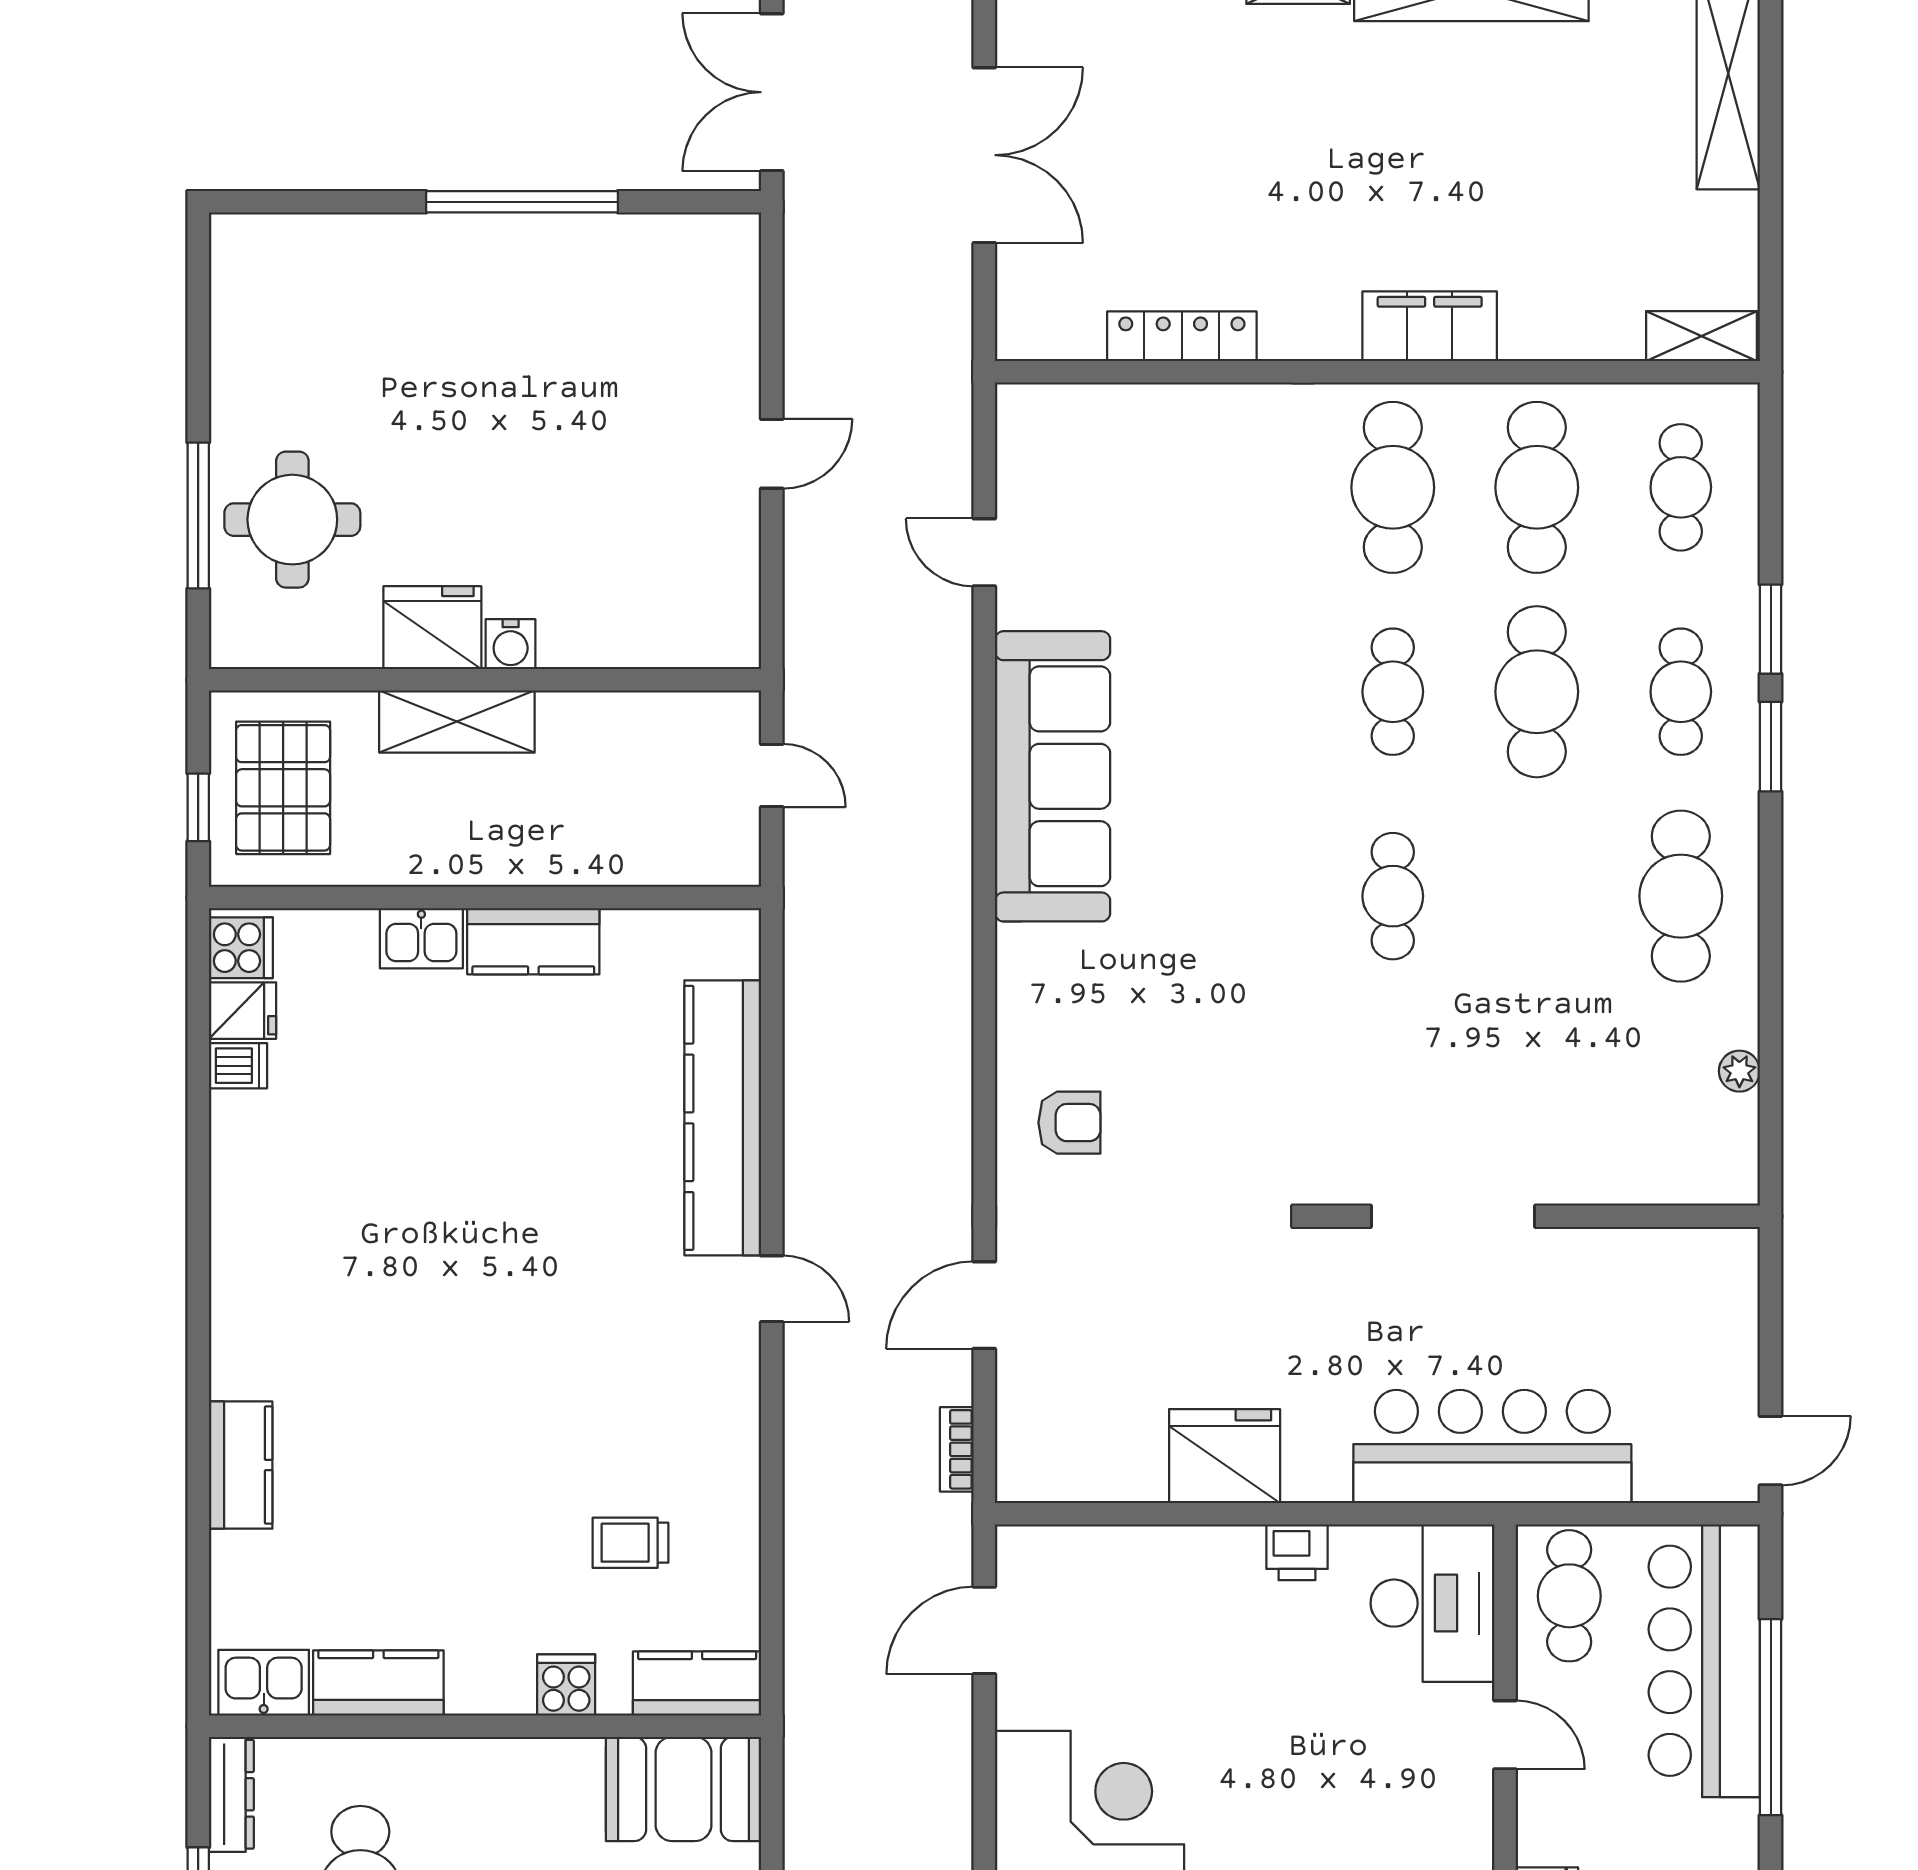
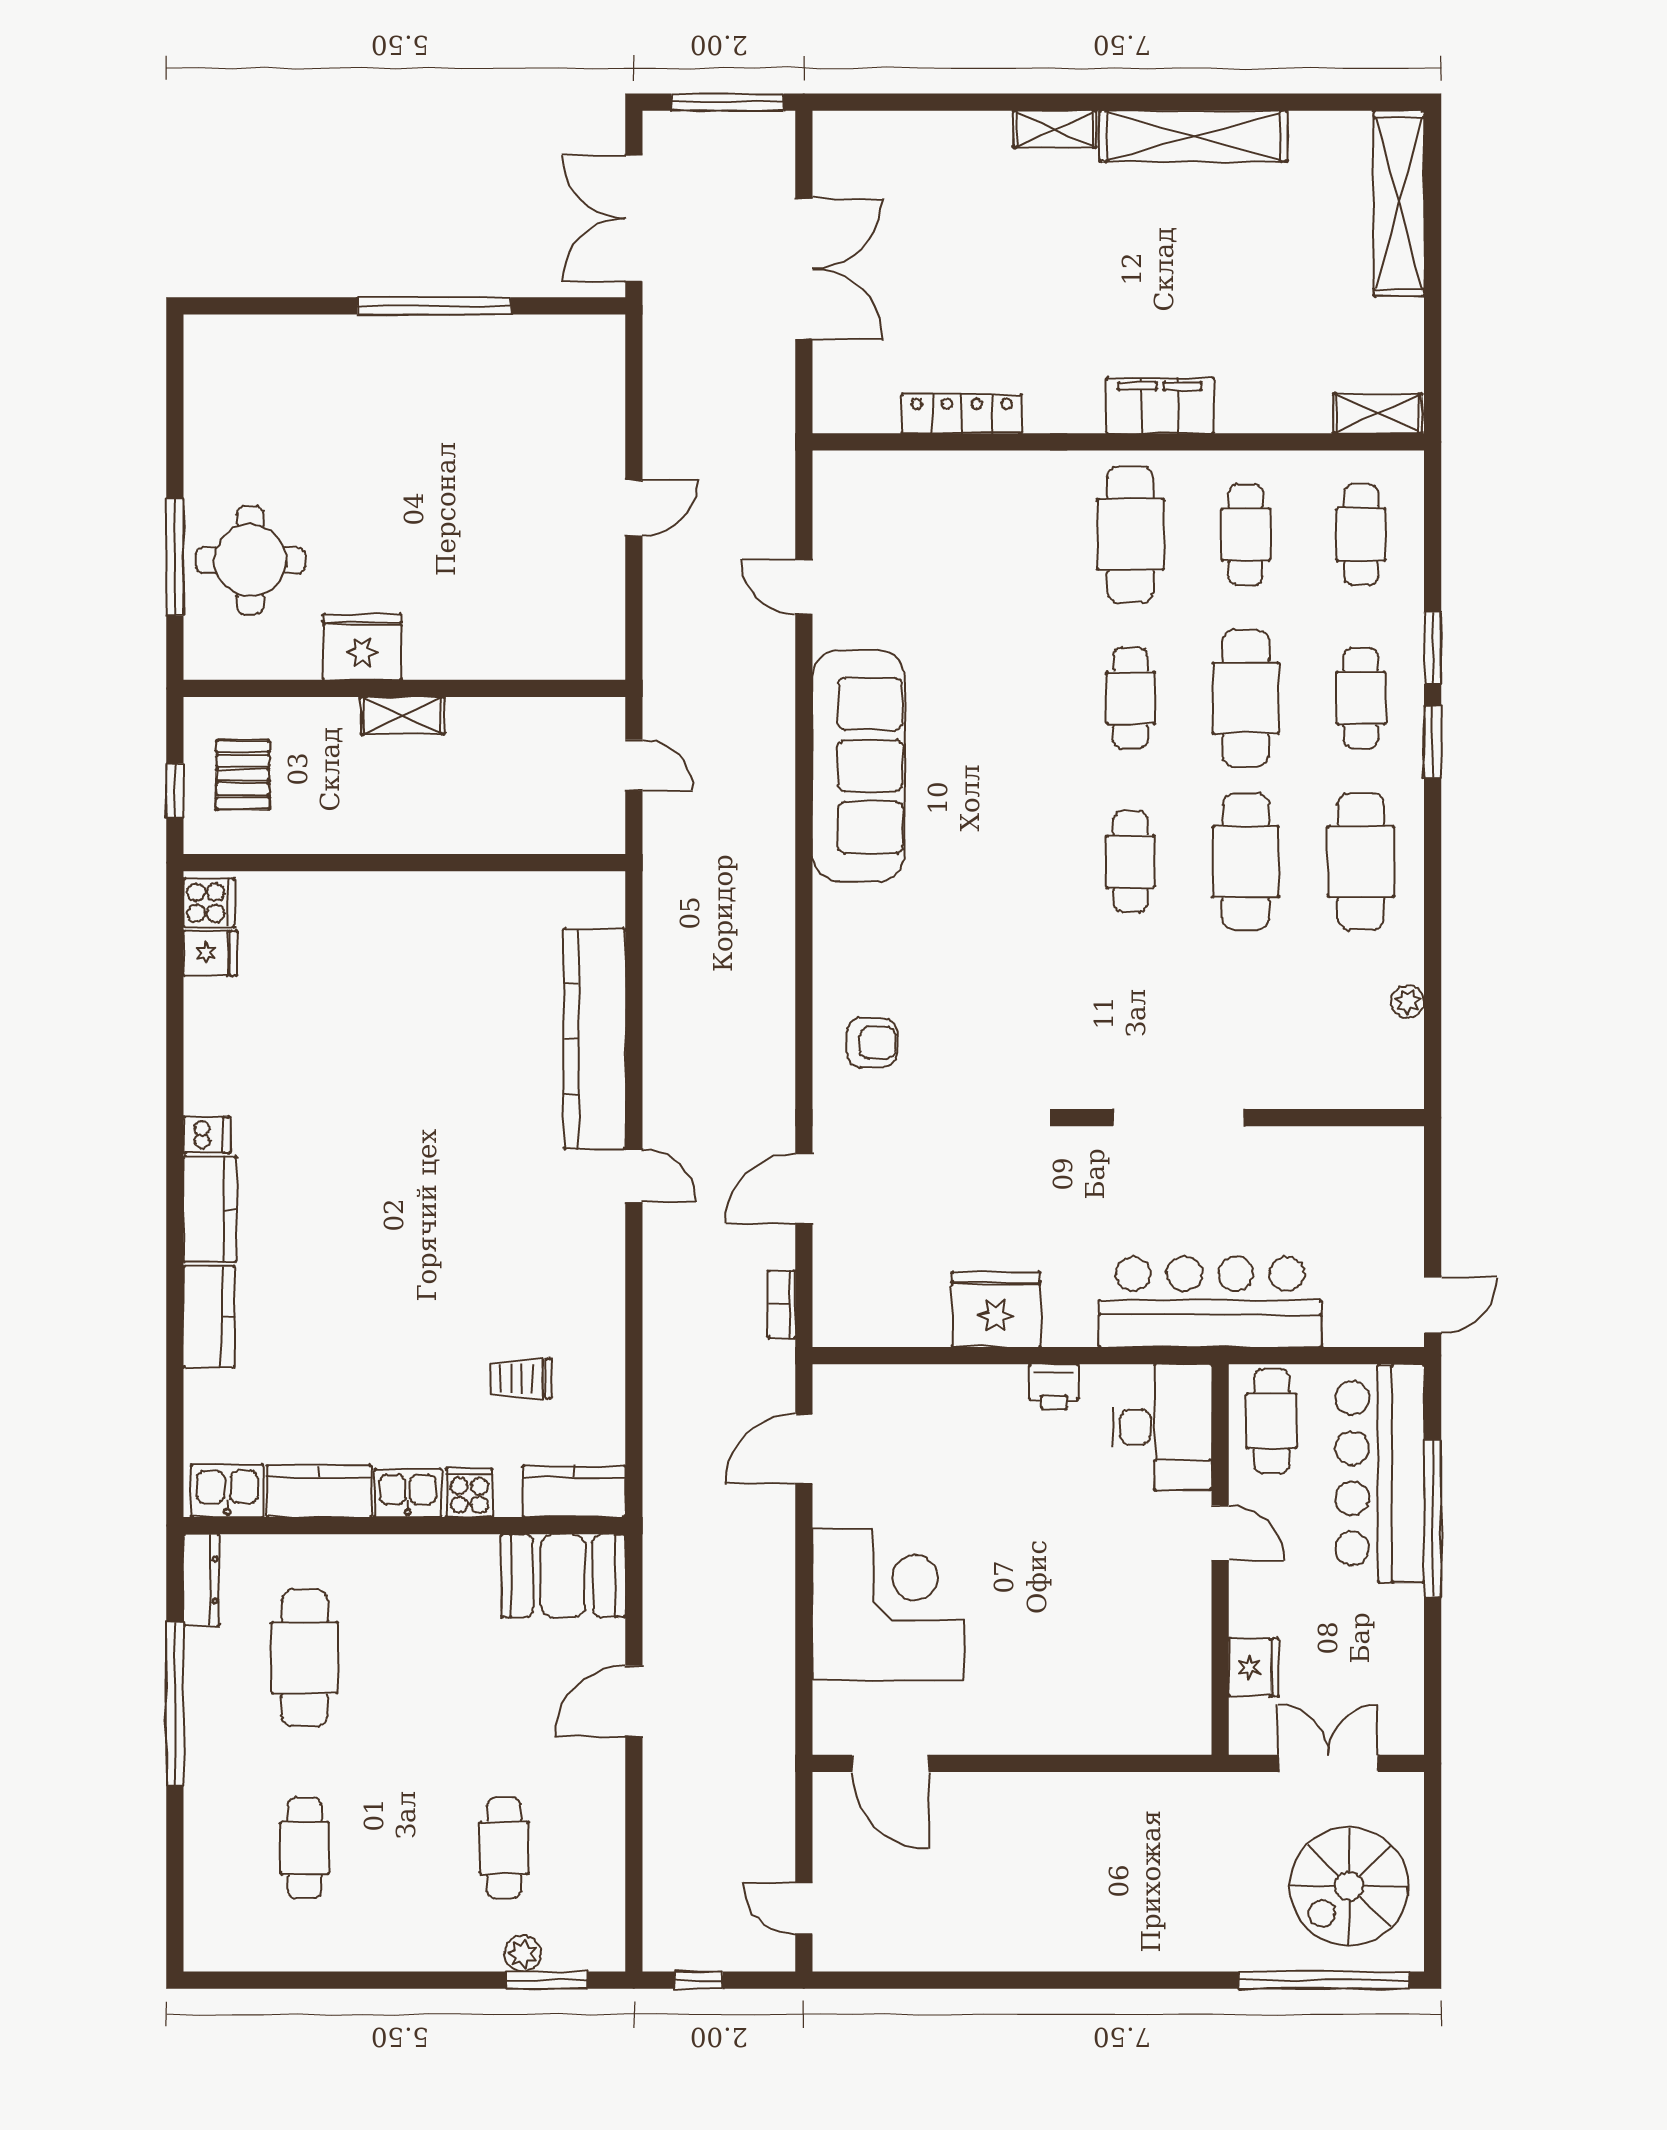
cafe table: (1537, 487) -> (1246, 535), width x0.73, depth x0.74
water cooler: (511, 644) -> (425, 660), removed
shelving: (457, 721) -> (403, 716), width x0.67, depth x0.75
pallet: (283, 788) -> (243, 775), width x0.67, depth x0.71
cafe table: (1537, 896) -> (1246, 862), added
kitchen sink: (421, 938) -> (408, 1493), moved, turned 180
kitchen counter: (533, 941) -> (210, 1209), moved, turned -90
dishwasher: (238, 1066) -> (207, 1135), moved

